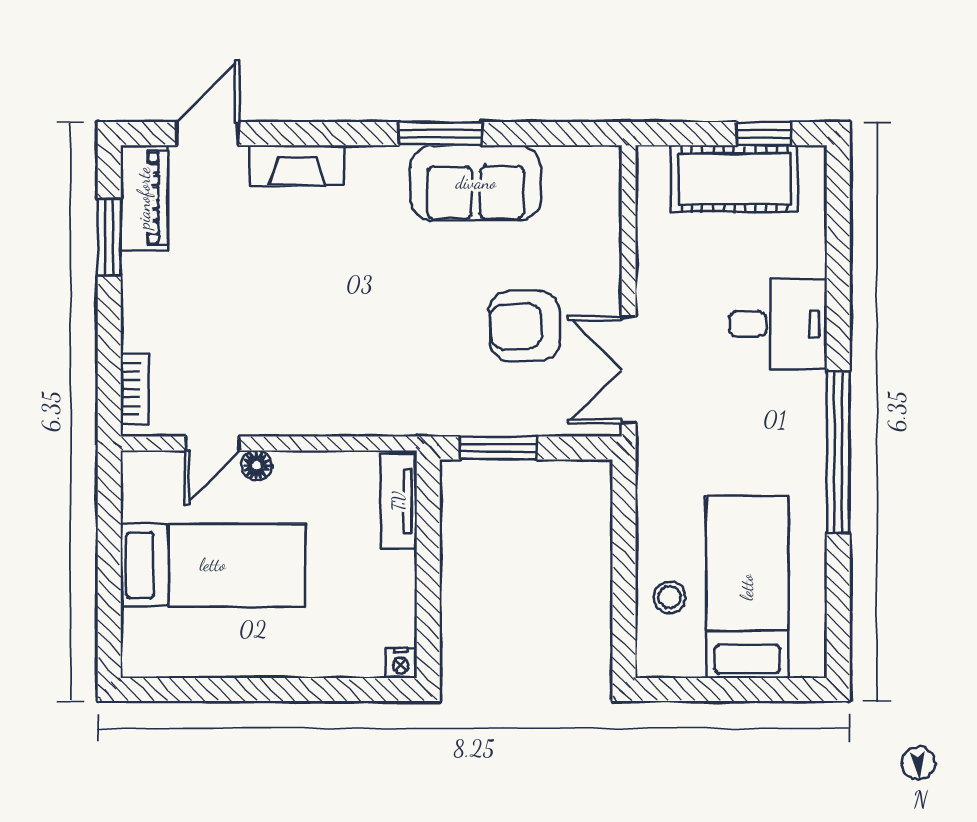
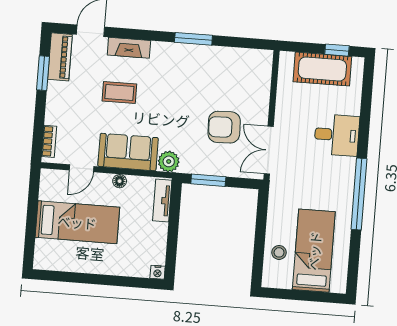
sofa: (476, 183) -> (128, 152), moved, turned 180
coffee table: (284, 267) -> (119, 93), added
plant: (406, 413) -> (169, 161), added
floor lamp: (256, 465) -> (120, 181), moved

